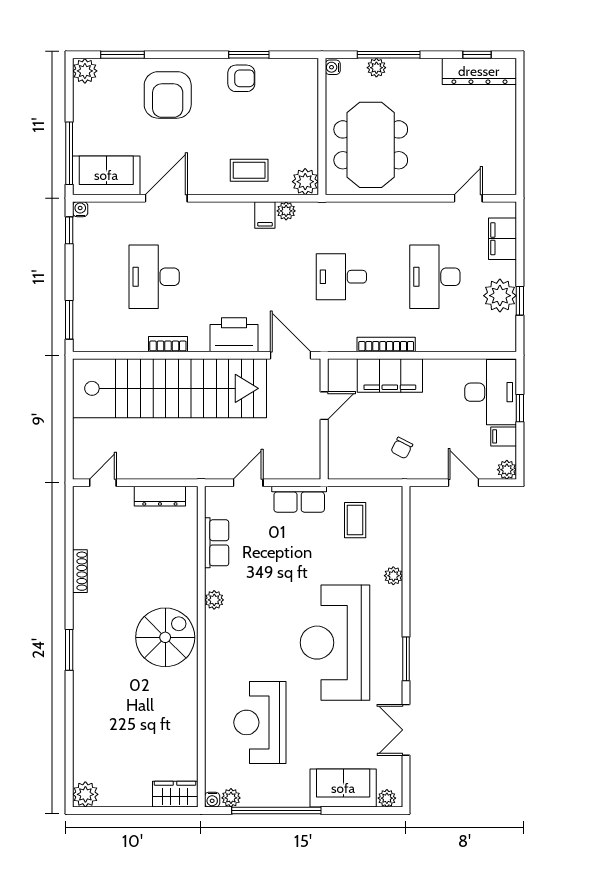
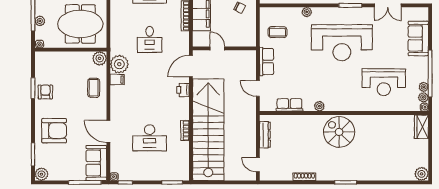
plant: (286, 211) -> (119, 64), width x1.88, depth x1.88
printer: (234, 335) -> (183, 90), width x0.53, depth x0.68
plant: (387, 798) -> (424, 87), moved

